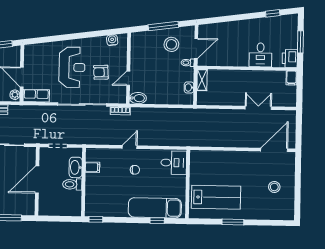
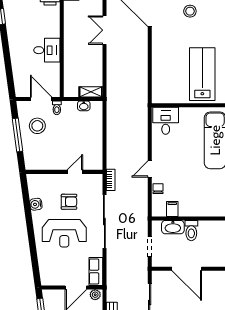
water cooler: (112, 40) -> (36, 204), moved
desk: (260, 55) -> (47, 50), moved
reception desk: (72, 67) -> (64, 233), turned 180
armchair: (101, 72) -> (69, 202), turned -87
door: (128, 78) -> (75, 172), swing flipped
shelving: (202, 80) -> (91, 92), moved
bidet: (138, 98) -> (96, 161), removed
door: (130, 147) -> (150, 169), hinge flipped
chair: (135, 170) -> (158, 189), moved

